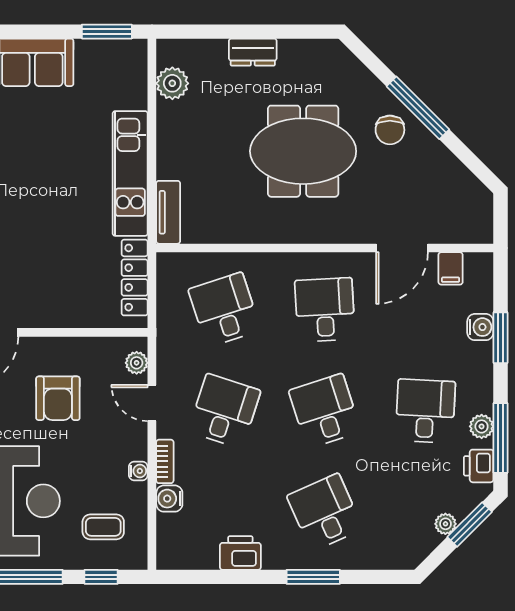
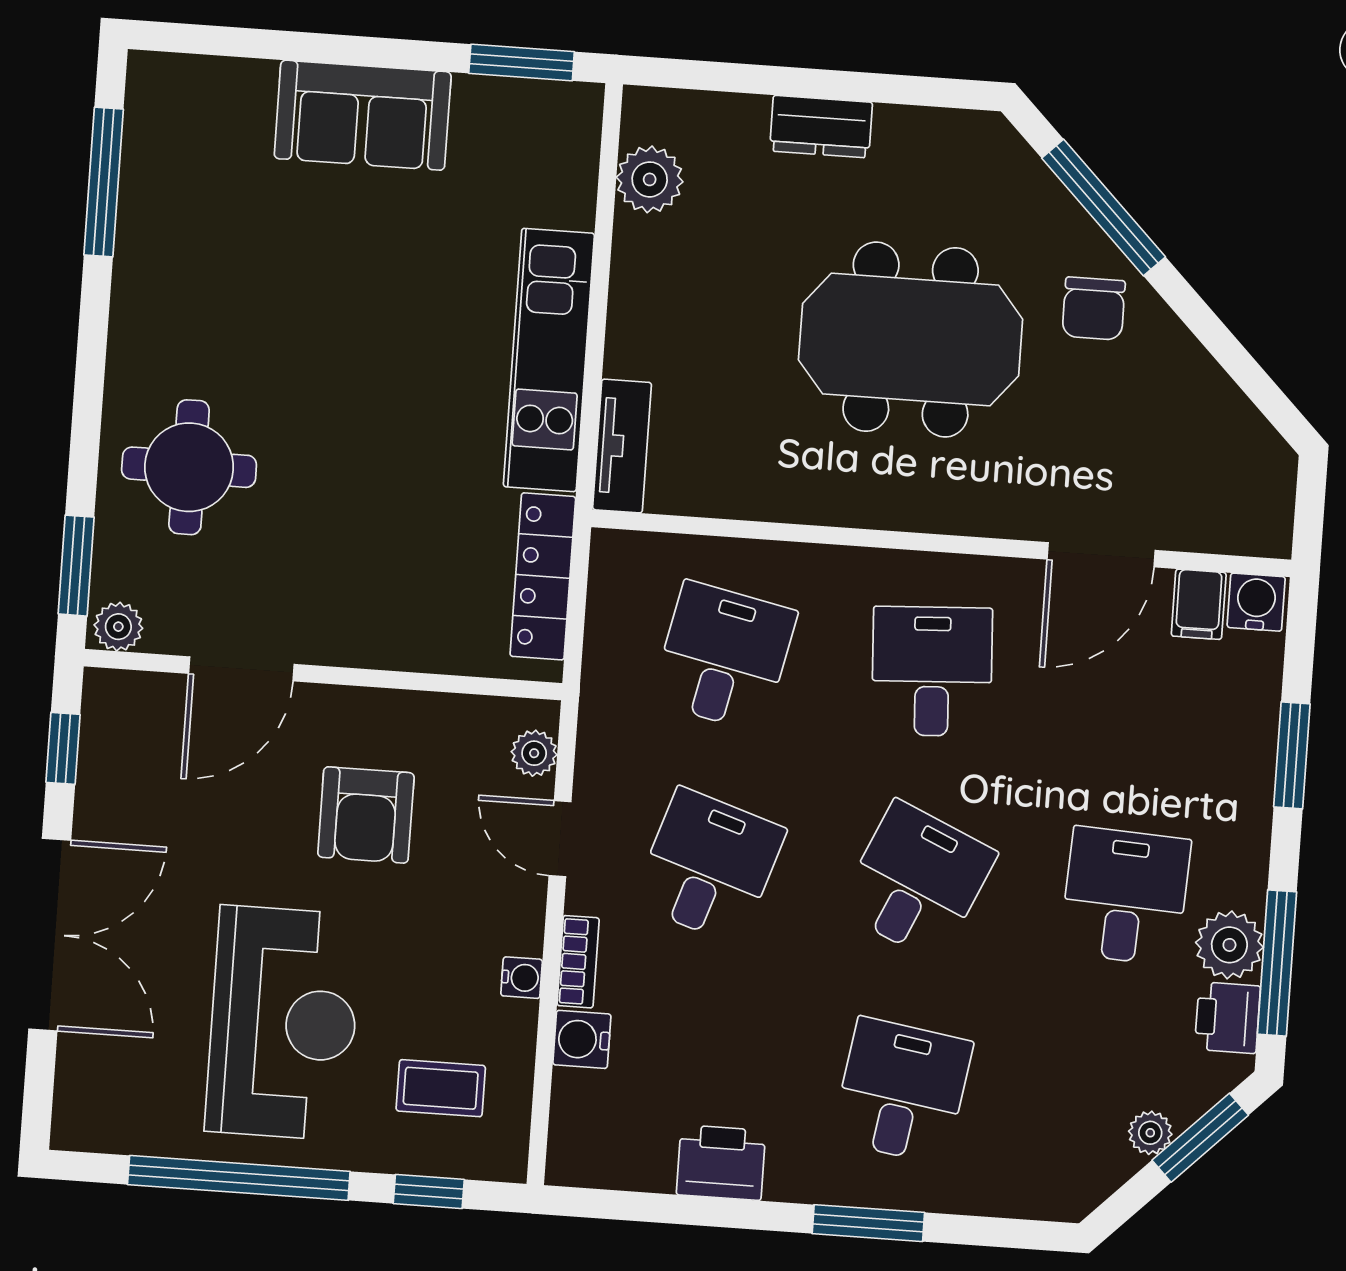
window: (418, 108) -> (1104, 207), moved
desk: (224, 310) -> (724, 656), turned 30
water cooler: (480, 327) -> (1256, 602), moved, turned -90
desk: (325, 411) -> (917, 881), turned 42
plant: (482, 426) -> (1229, 945), width x1.38, depth x1.38
desk: (325, 512) -> (902, 1091), turned 33

